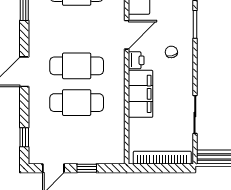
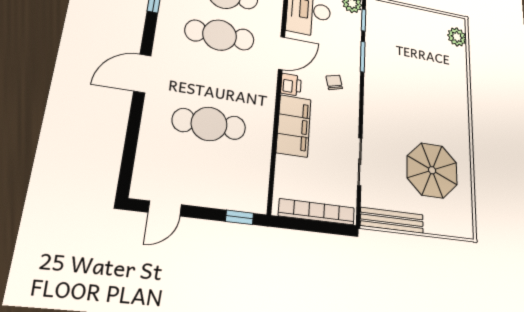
cafe table: (77, 66) -> (220, 35), moved
window: (24, 137) -> (128, 159), removed
window: (87, 168) -> (240, 217), moved

